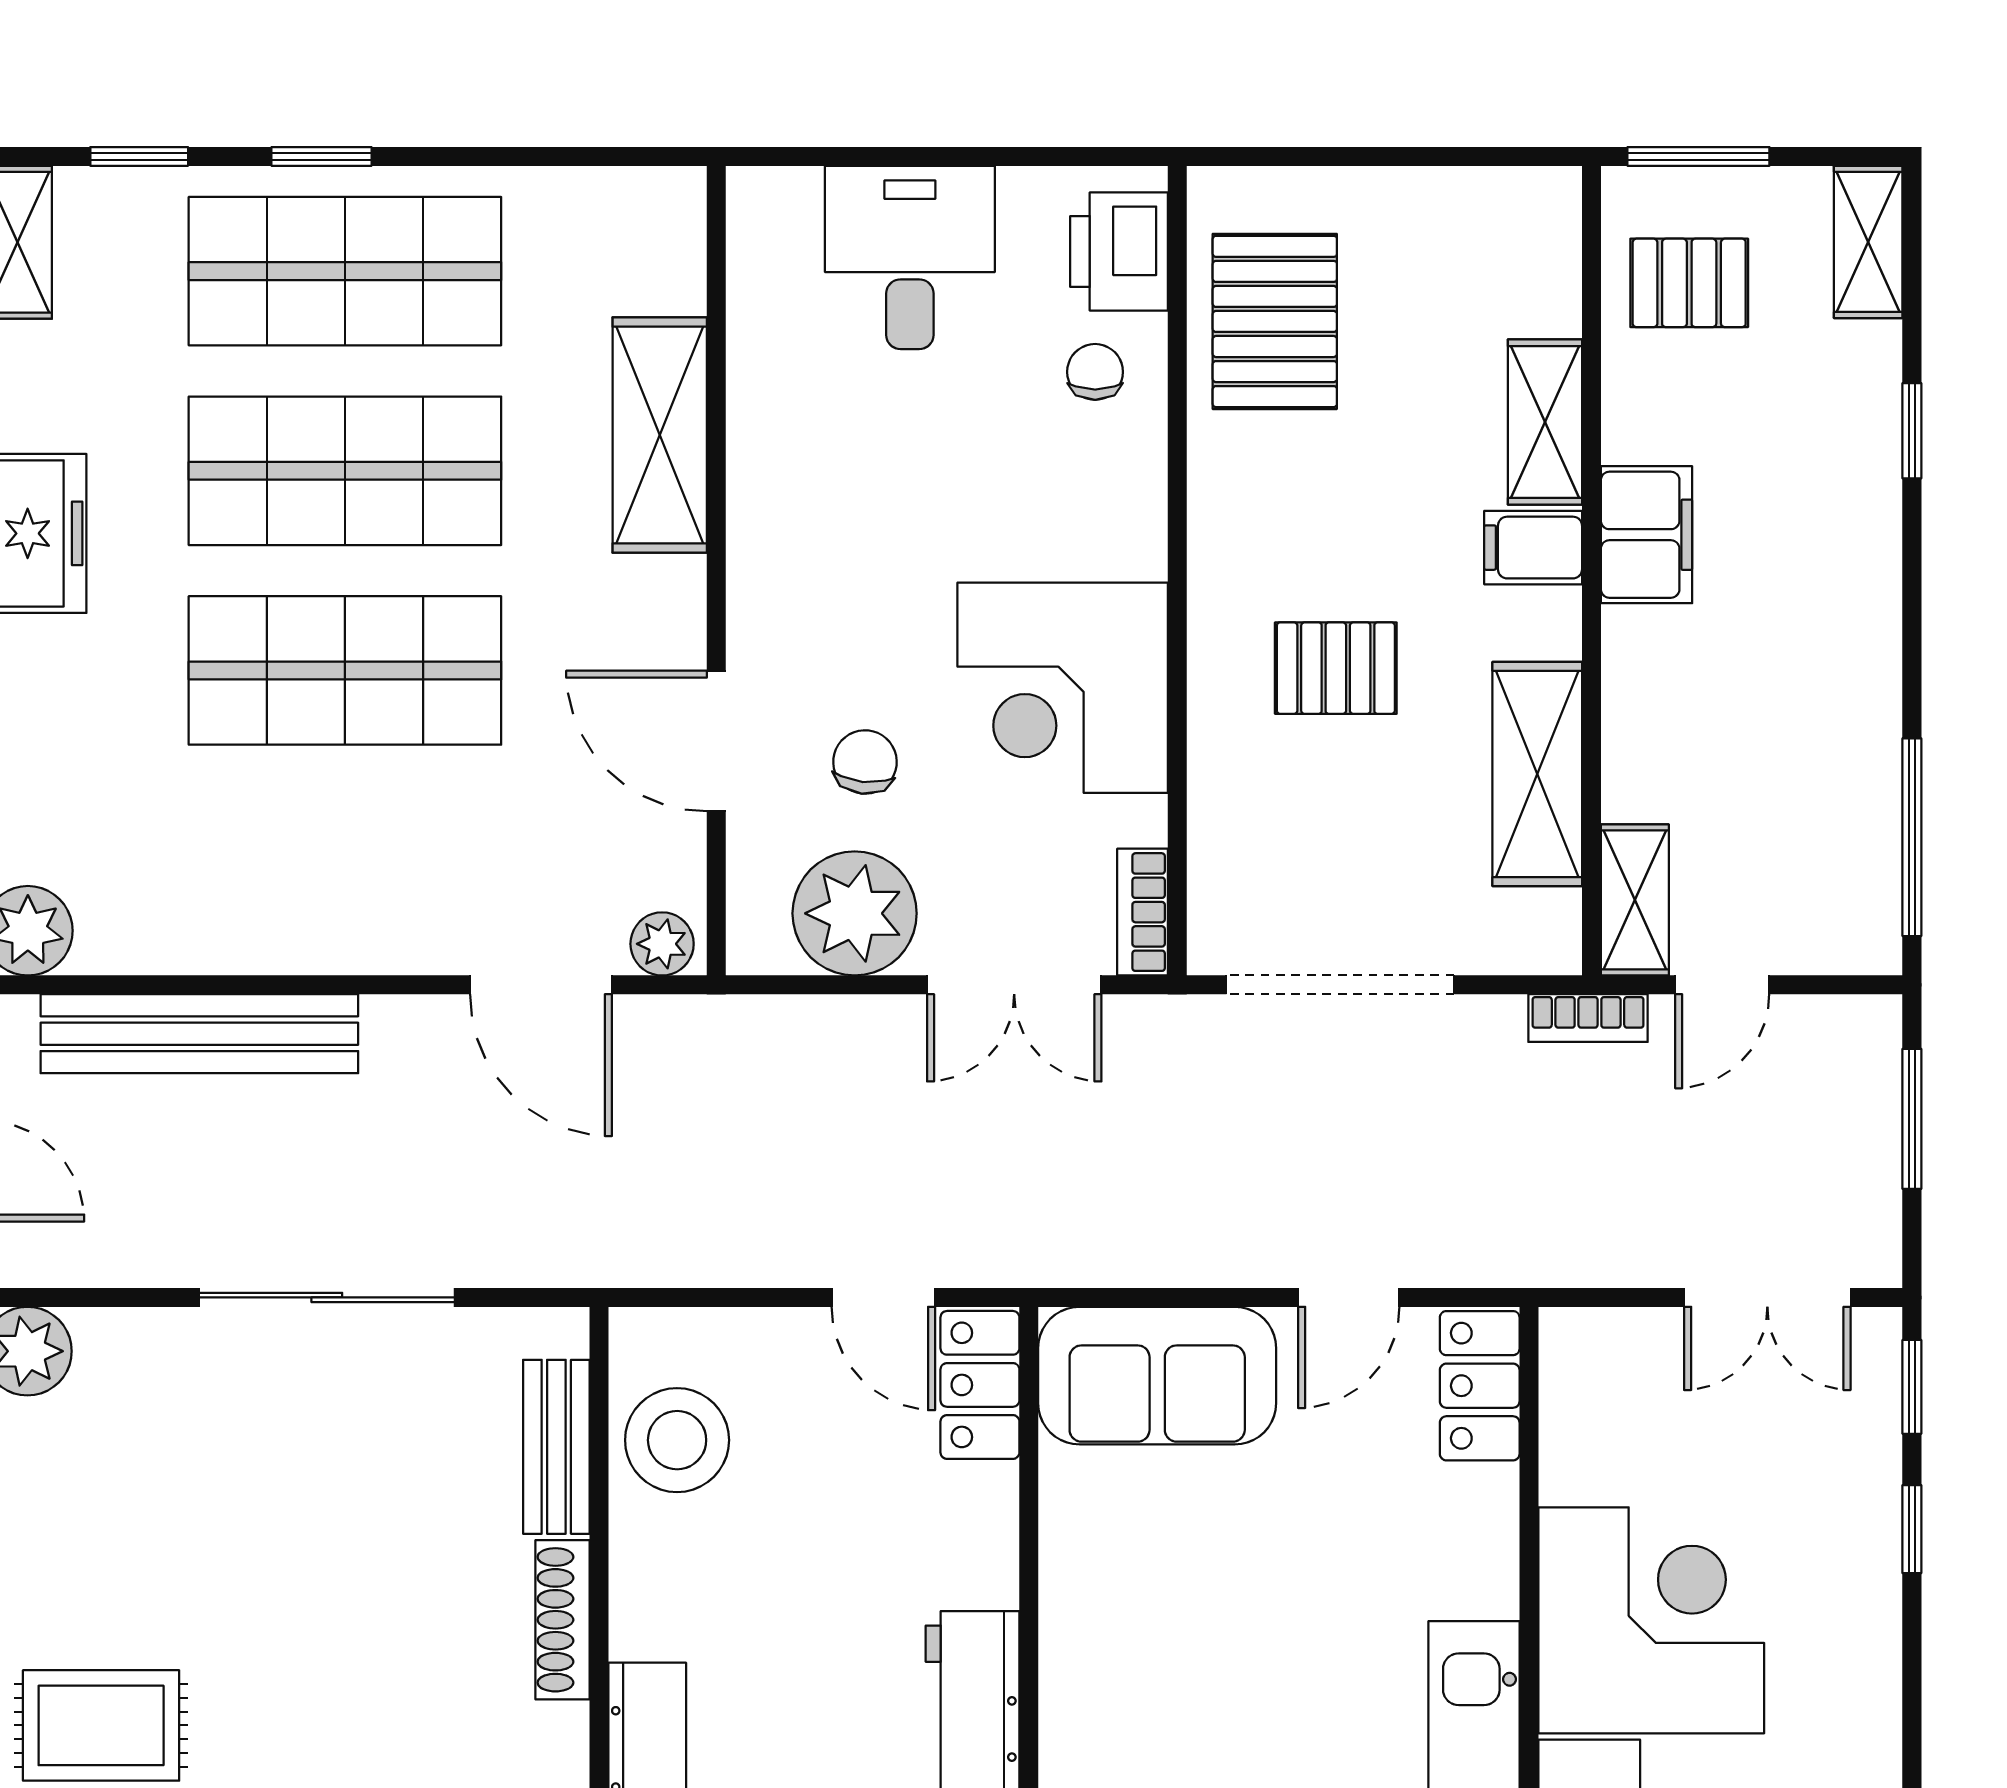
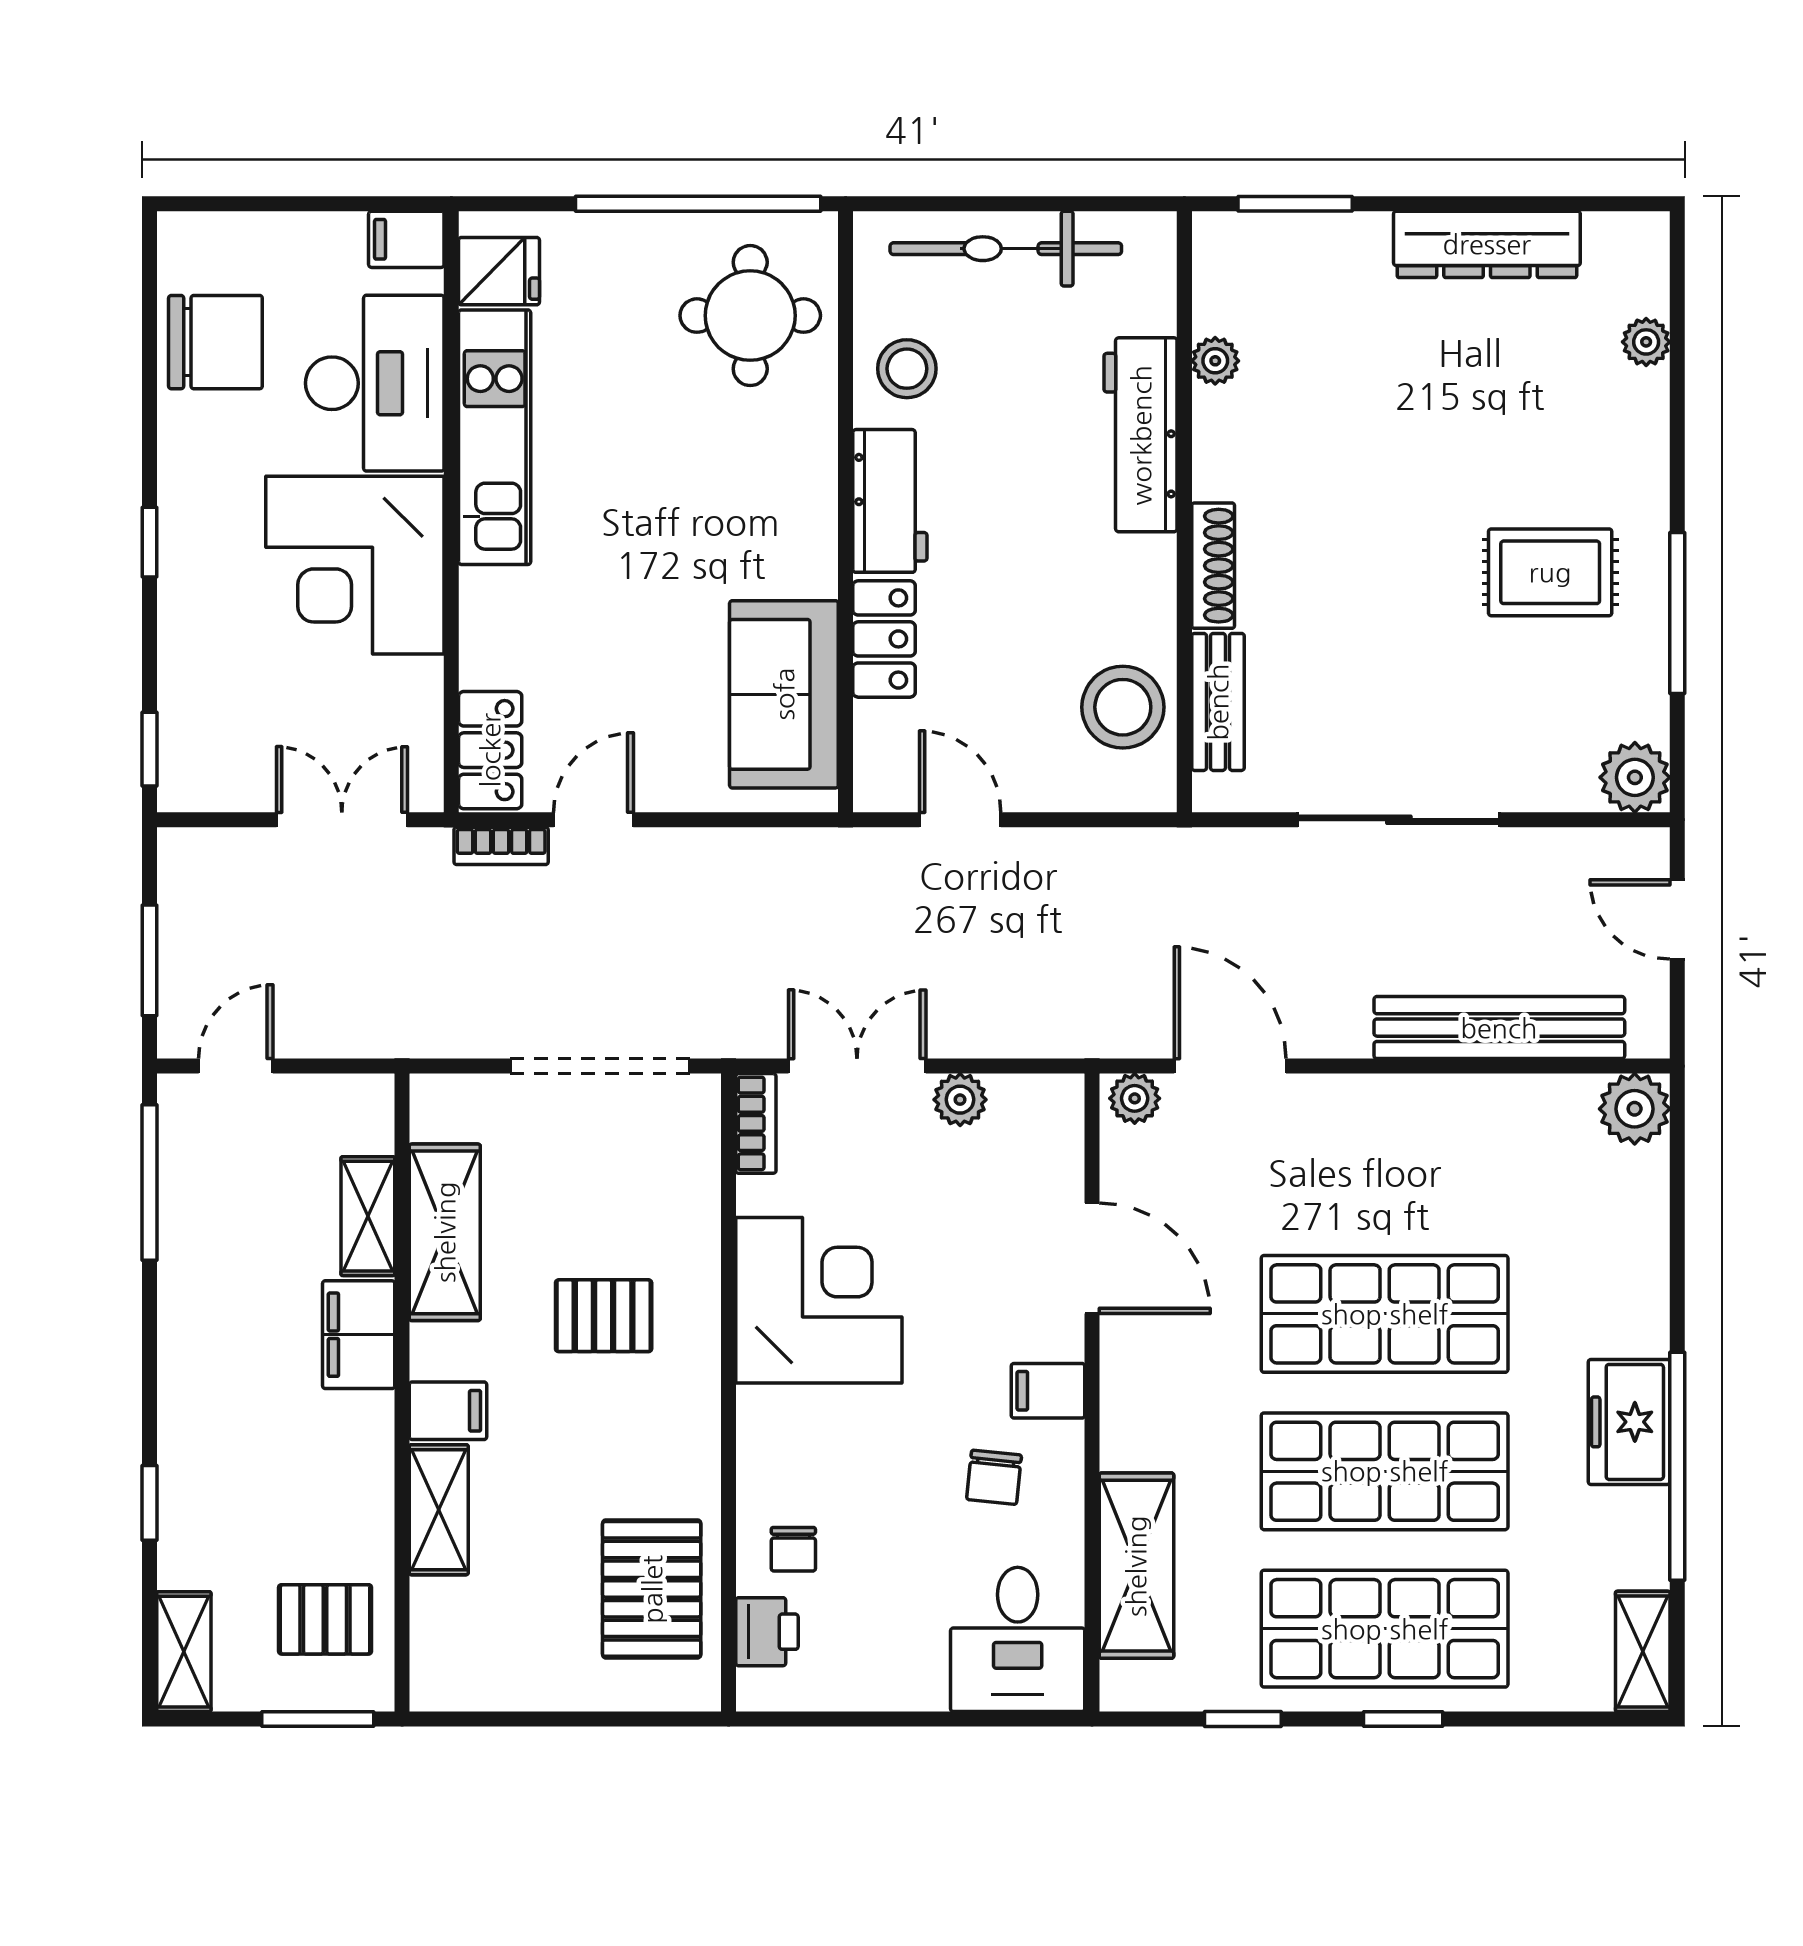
window: (139, 156) -> (1243, 1719), moved
printer: (1119, 251) -> (767, 1632), width x0.73, depth x0.81
desk: (910, 257) -> (1018, 1639), moved
shelving: (660, 435) -> (1136, 1566), moved
filing cabinet: (1647, 535) -> (359, 1335), moved
filing cabinet: (772, 573) -> (1048, 1391), added
chair: (865, 762) -> (994, 1477), moved
shelving: (1635, 900) -> (368, 1216), moved
plant: (855, 913) -> (960, 1100), width x0.53, depth x0.53
door: (1722, 985) -> (236, 1066), moved
bookcase: (1588, 1018) -> (501, 846), moved, turned 180
double door: (1767, 1297) -> (342, 820), moved
sofa: (1157, 1376) -> (784, 694), moved, turned -90
locker: (980, 1385) -> (884, 639), moved
window: (1912, 1529) -> (150, 542), moved
rug: (101, 1725) -> (1550, 572), moved

